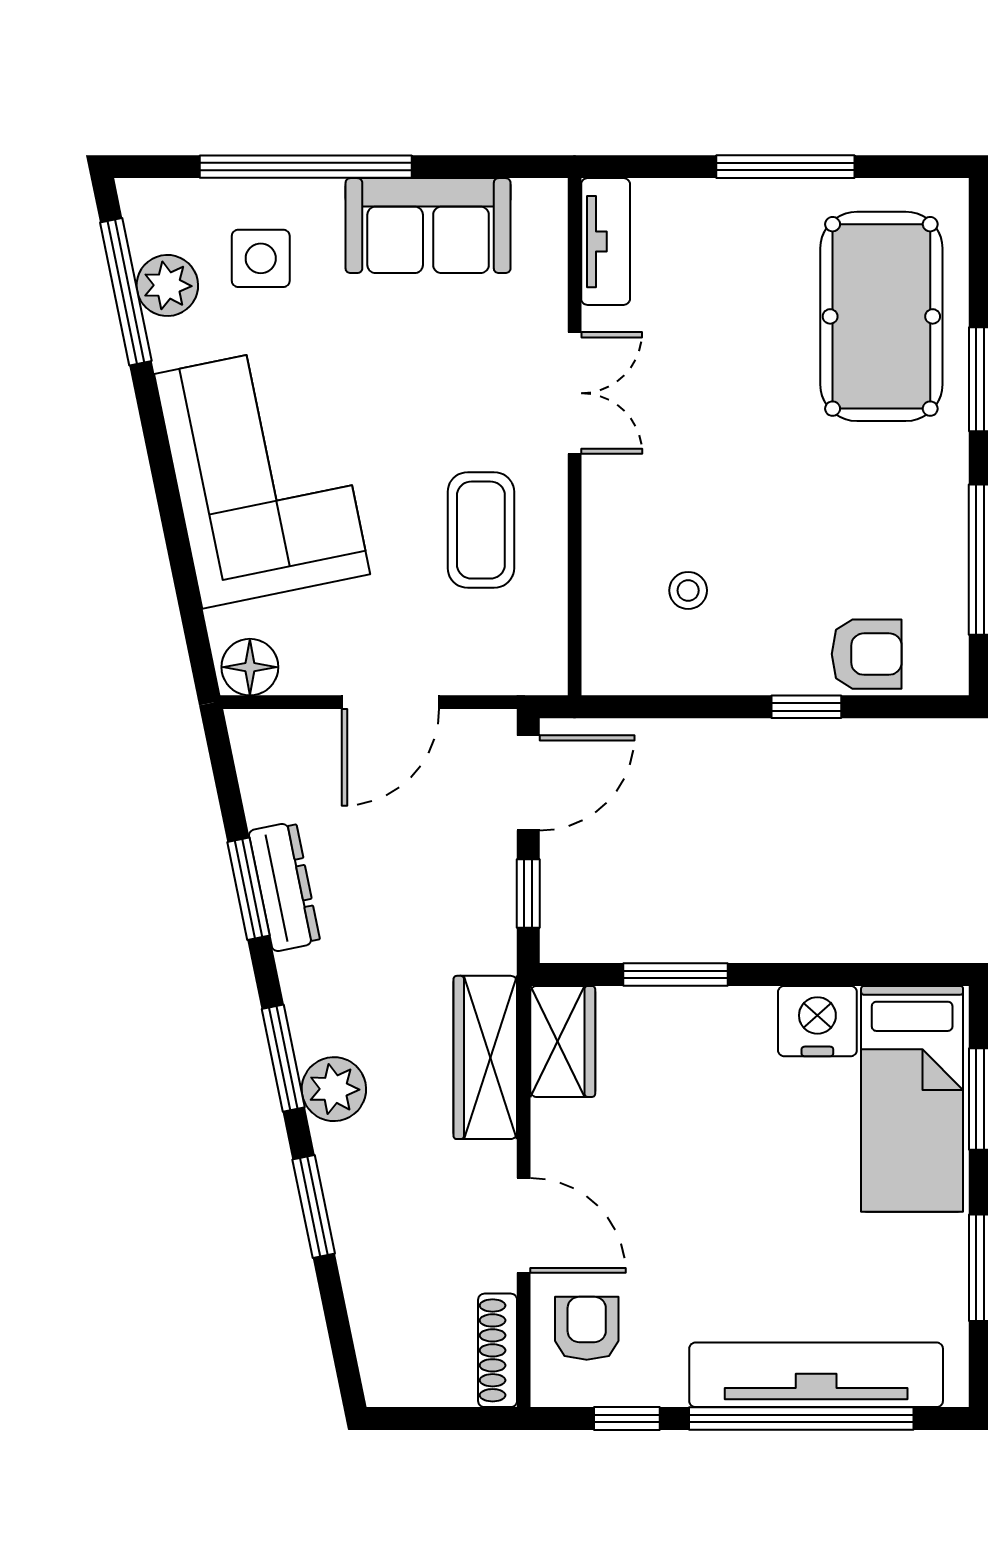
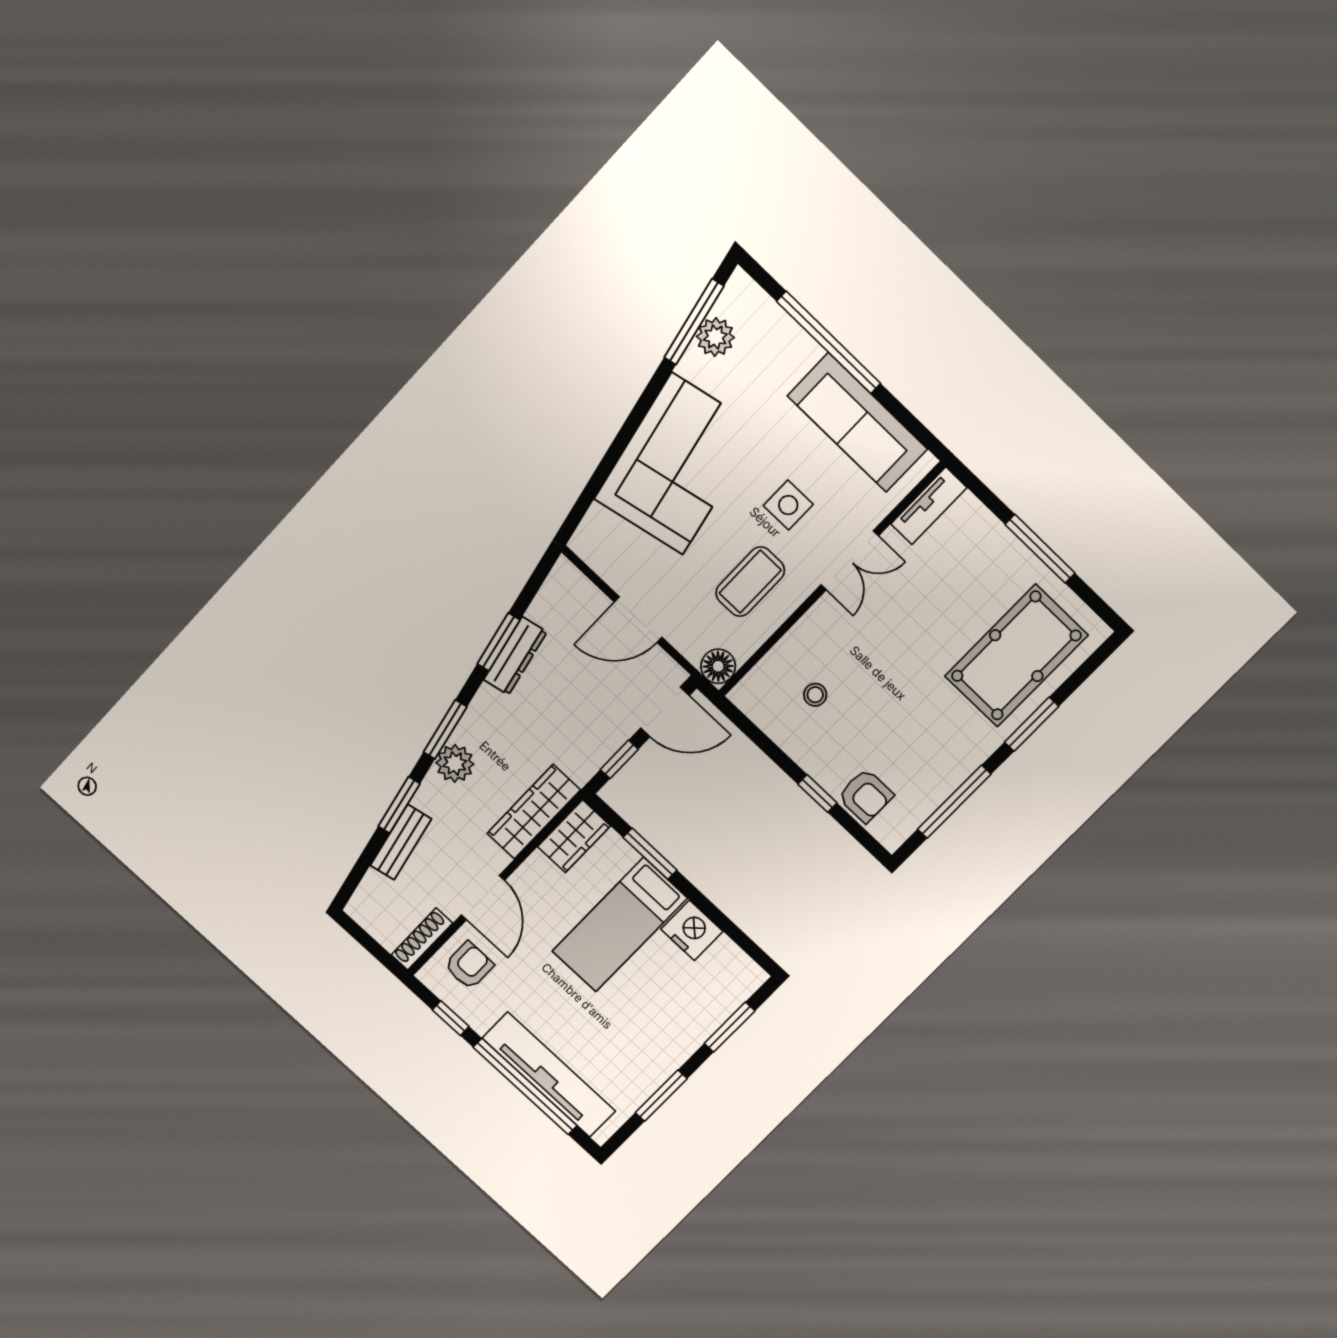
sofa: (428, 226) -> (857, 422), width x1.36
side table: (261, 258) -> (788, 505), moved
floor lamp: (250, 667) -> (718, 666), moved
bed: (912, 1099) -> (620, 925), moved
bench: (359, 1251) -> (401, 842), added

